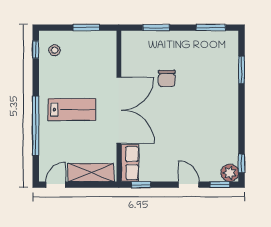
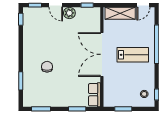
chair: (167, 78) -> (47, 67), moved
lab bench: (72, 110) -> (133, 55), turned 180
row of seats: (130, 163) -> (94, 95), moved
plant: (230, 173) -> (69, 13), moved

